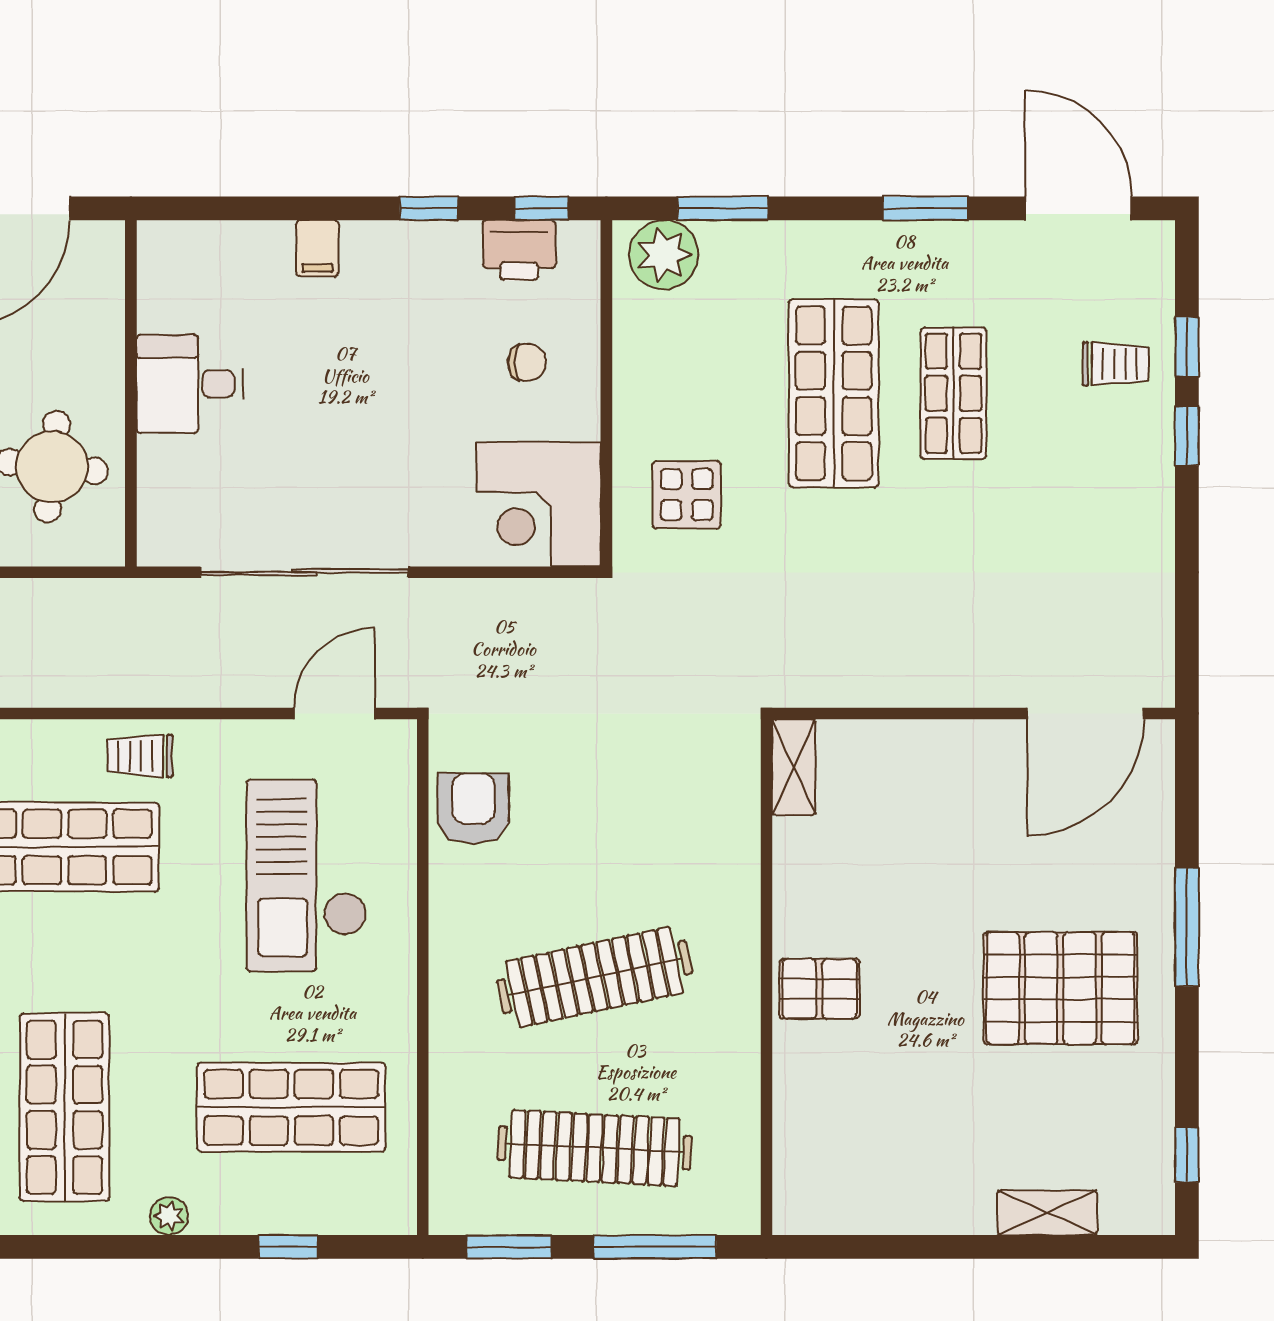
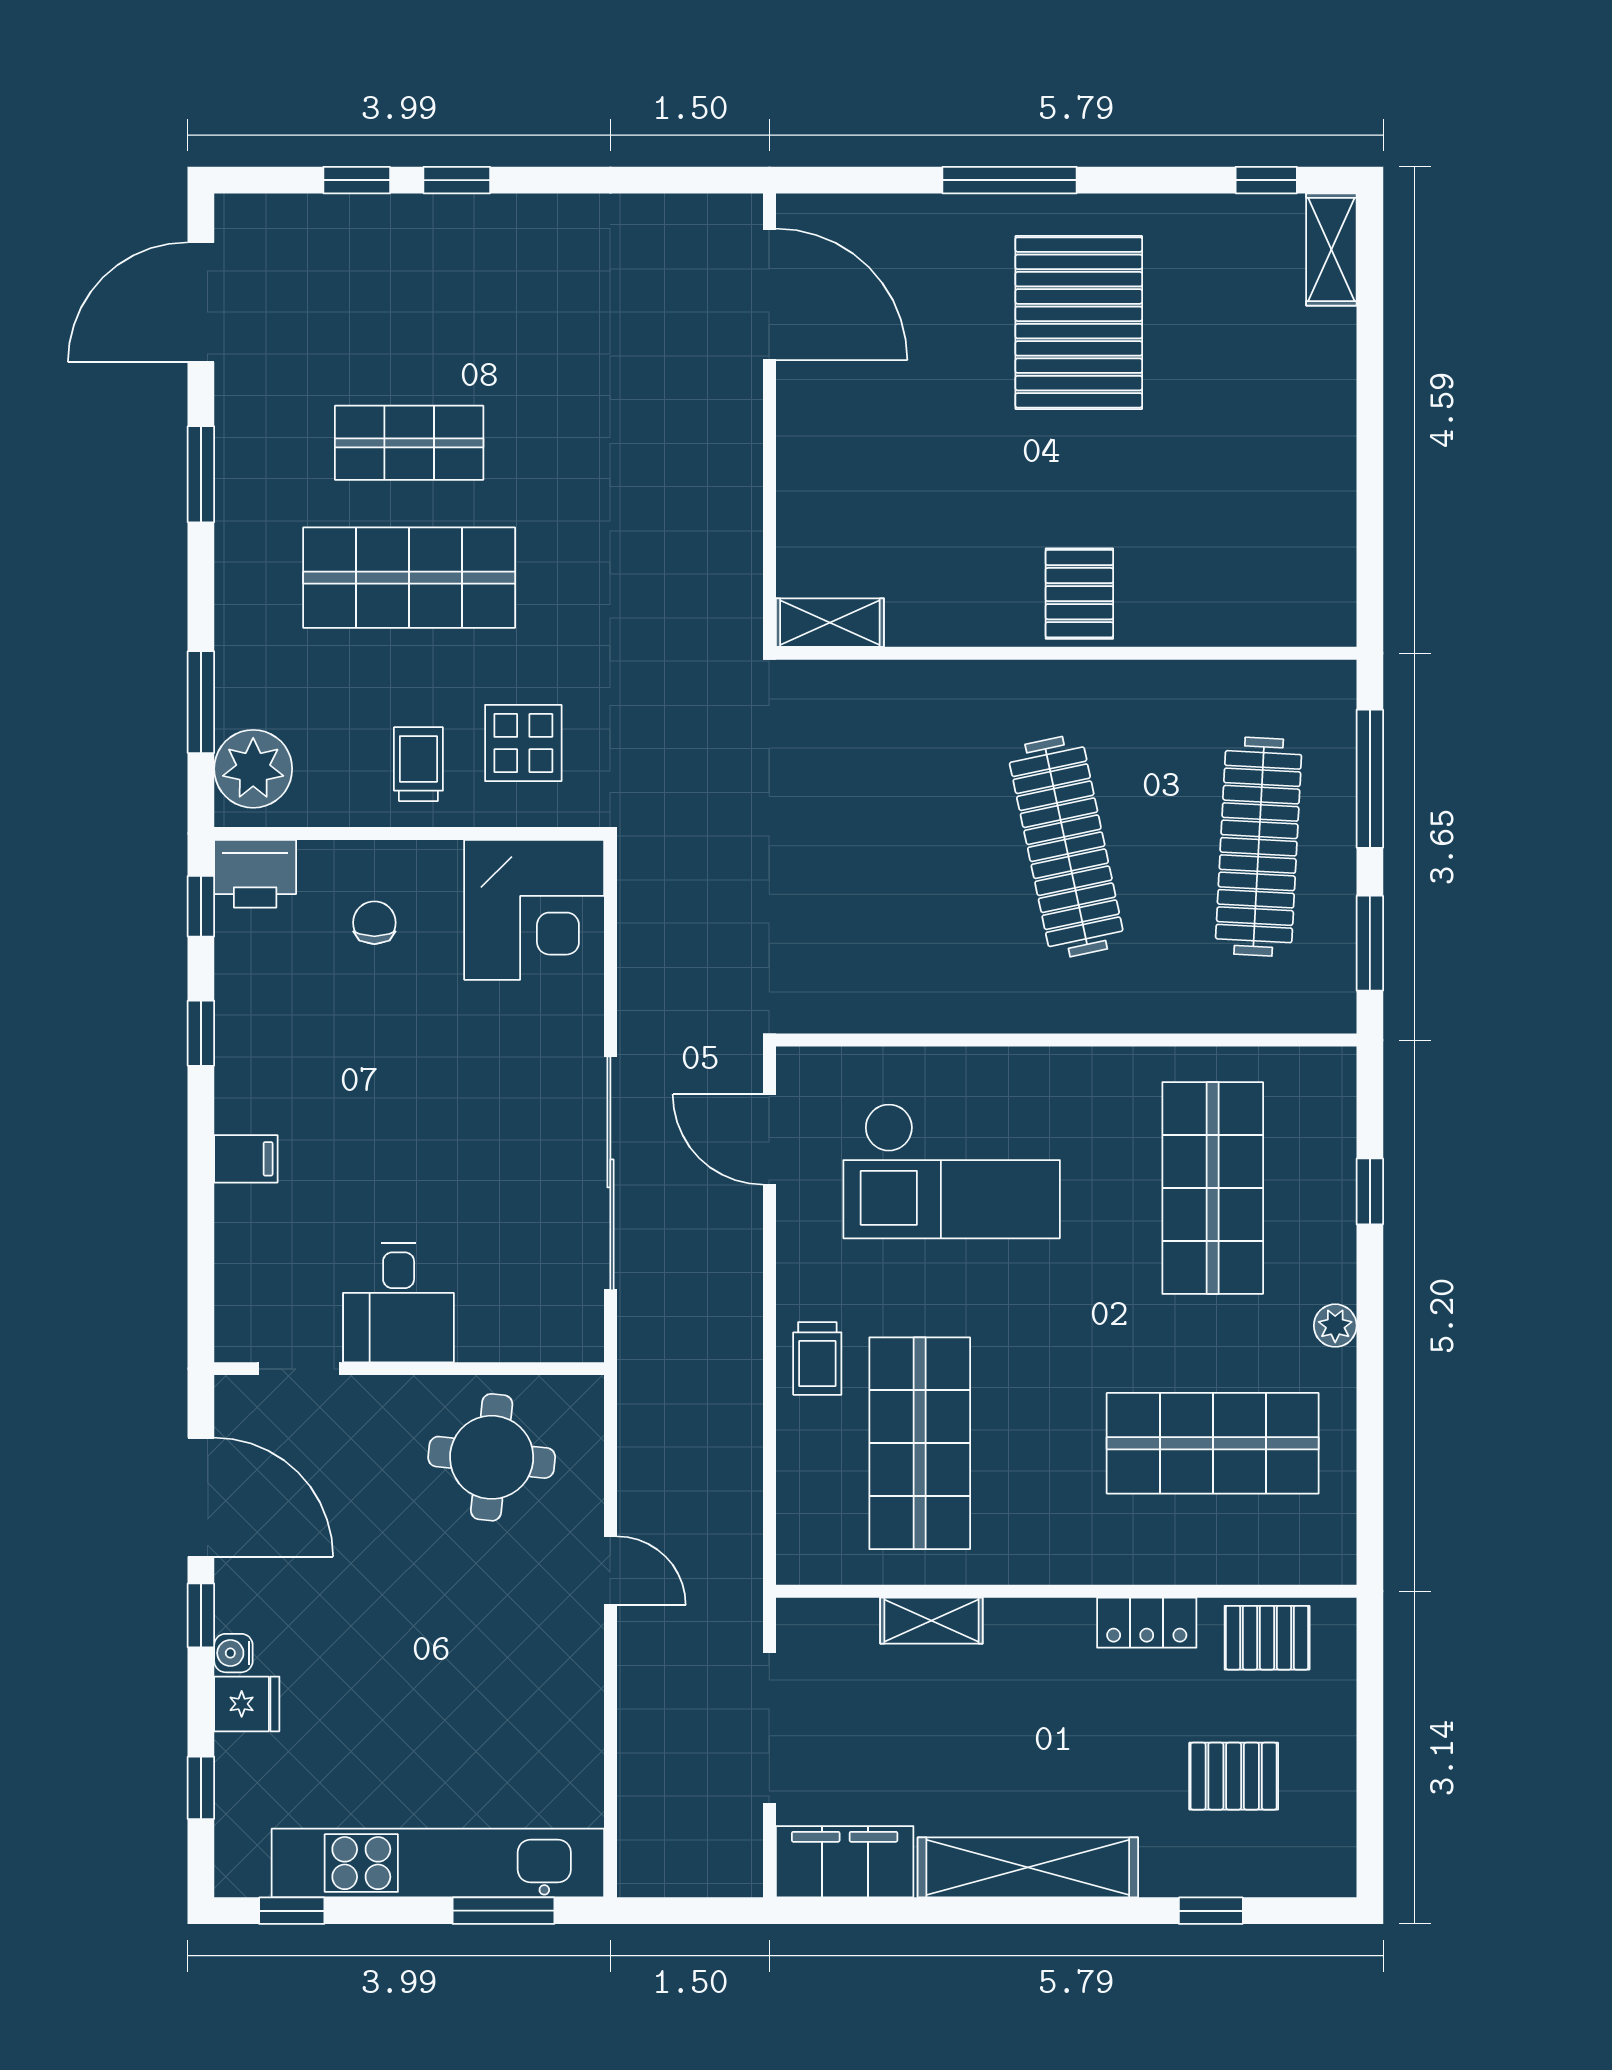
printer: (519, 250) -> (255, 874), moved, turned 90
doorway: (131, 295) -> (299, 1369), added
trolley: (1116, 364) -> (418, 764), moved
armchair: (473, 808) -> (876, 983), removed
shelving: (1047, 1213) -> (1331, 249), moved

